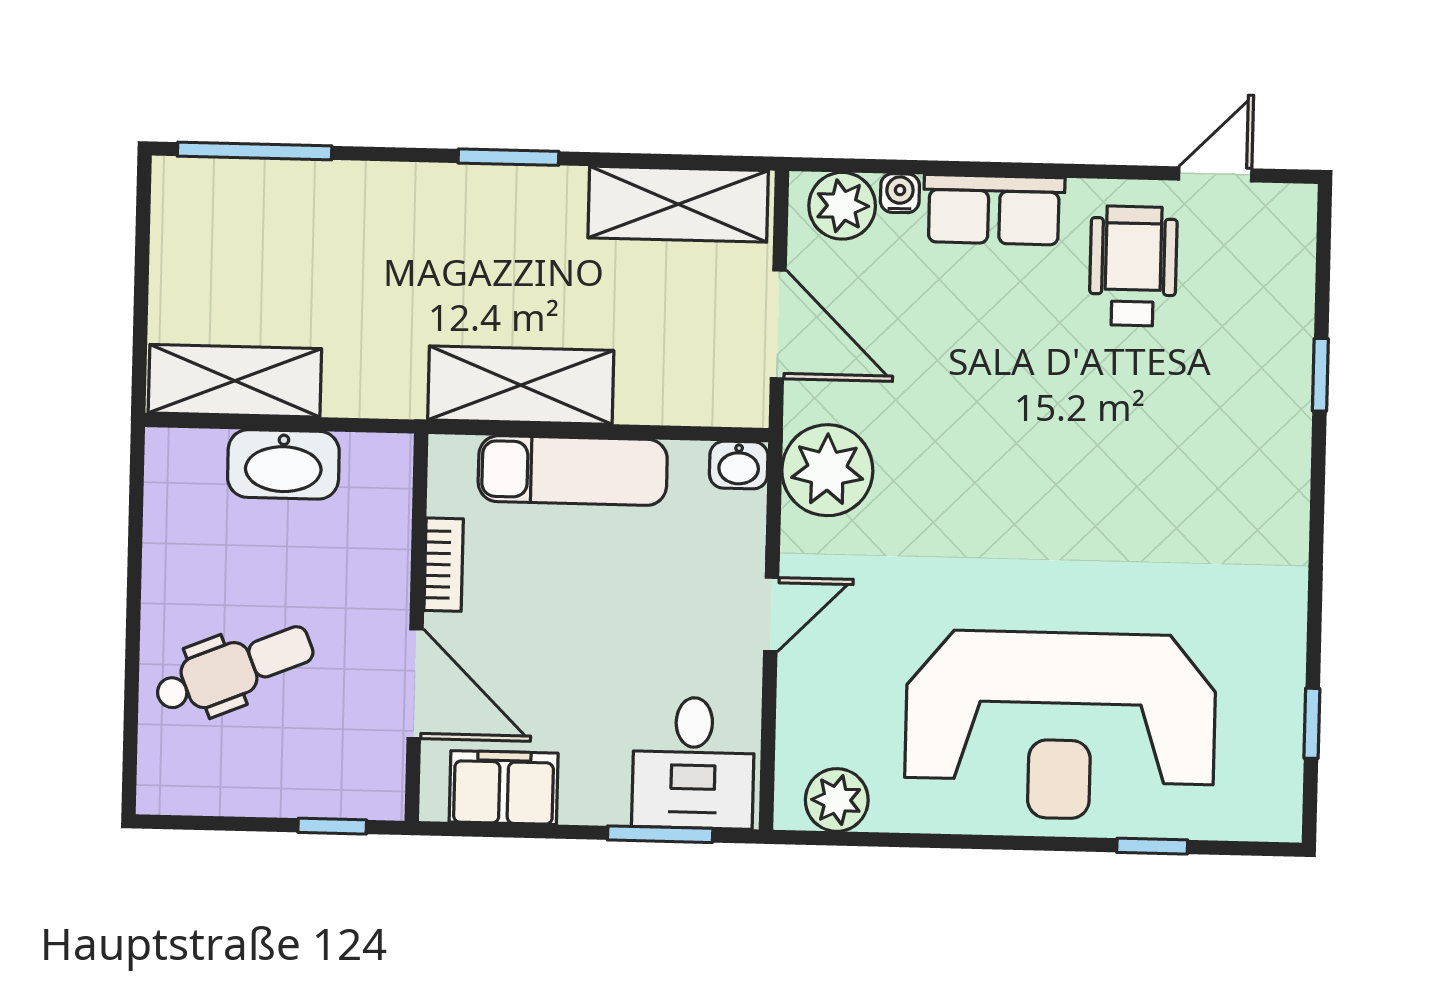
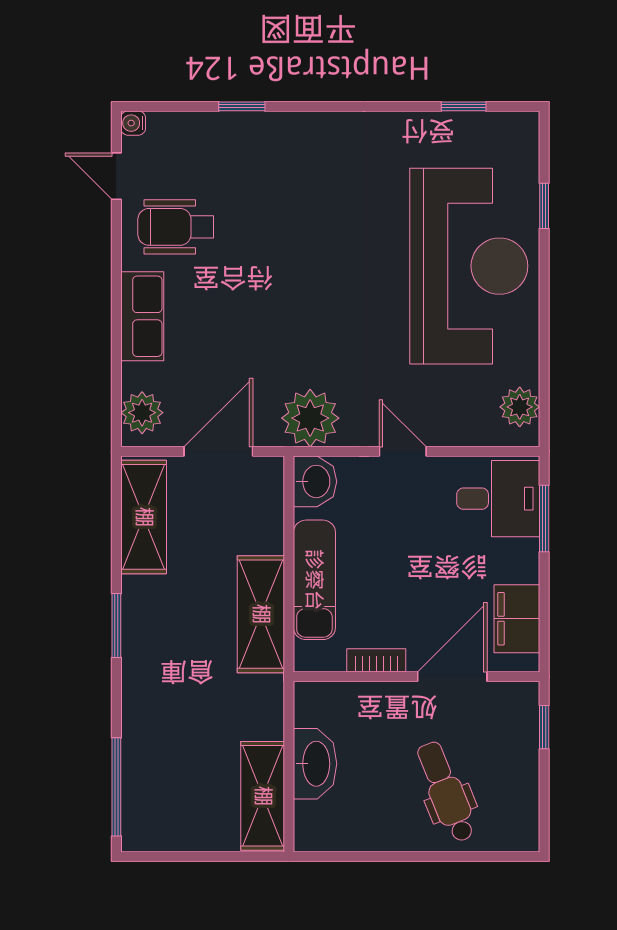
water cooler: (900, 193) -> (133, 123), moved
washbasin: (739, 465) -> (315, 481), width x1.38, depth x1.45

